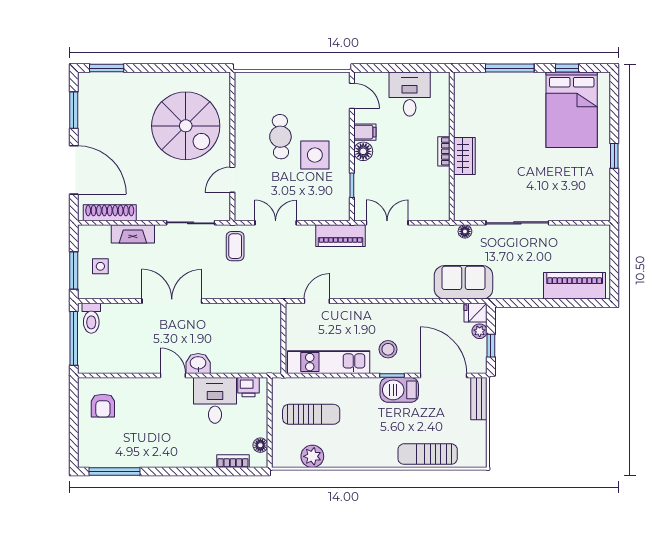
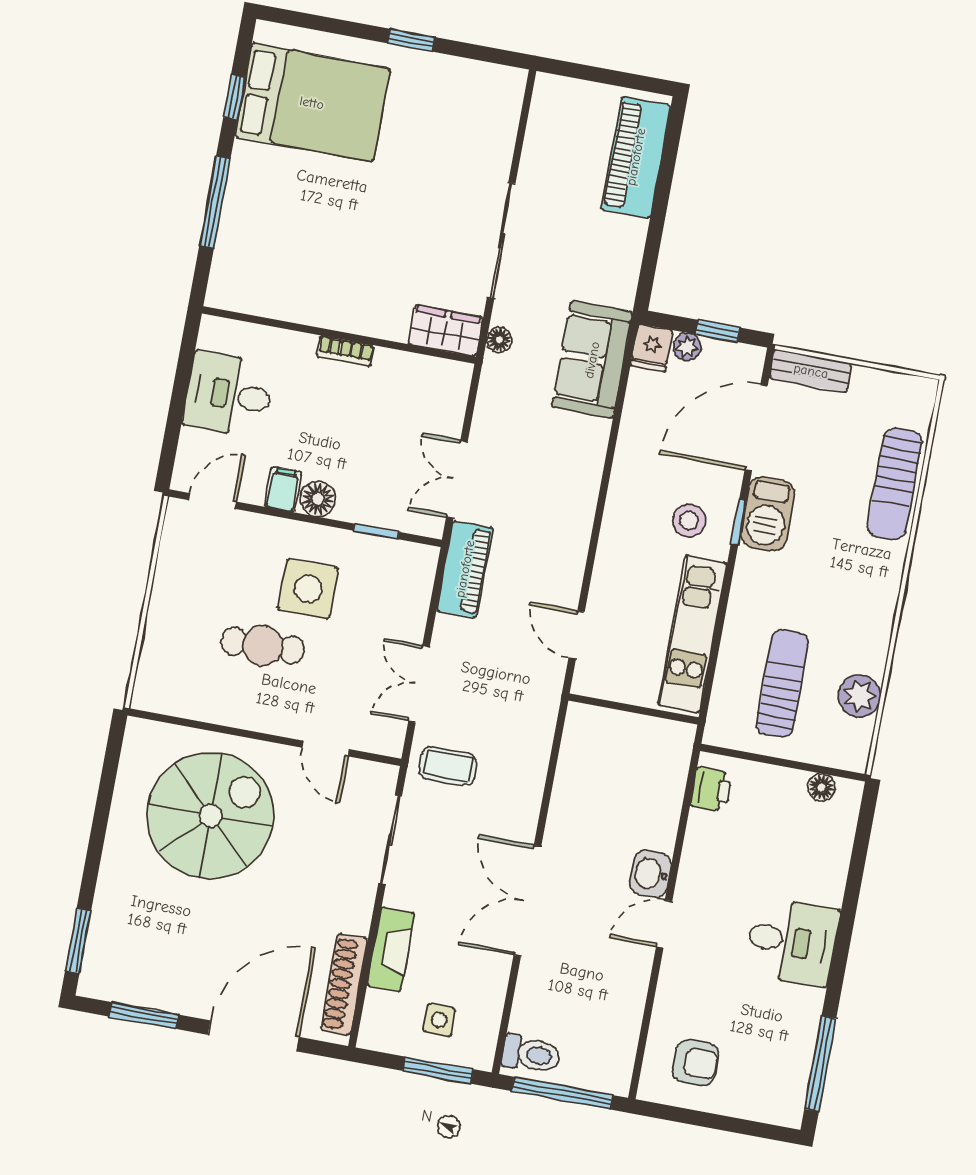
wardrobe: (464, 156) -> (446, 331), moved
desk: (215, 400) -> (792, 942), moved, turned 180
bookcase: (233, 461) -> (841, 843), removed

